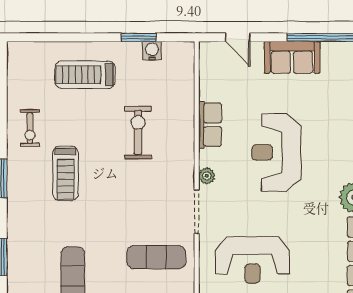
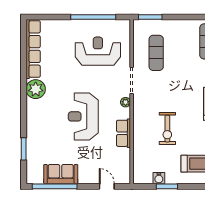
sofa: (292, 57) -> (61, 174), moved
reception desk: (276, 152) -> (83, 116), turned 180
exercise mat: (156, 257) -> (156, 53), turned 90

